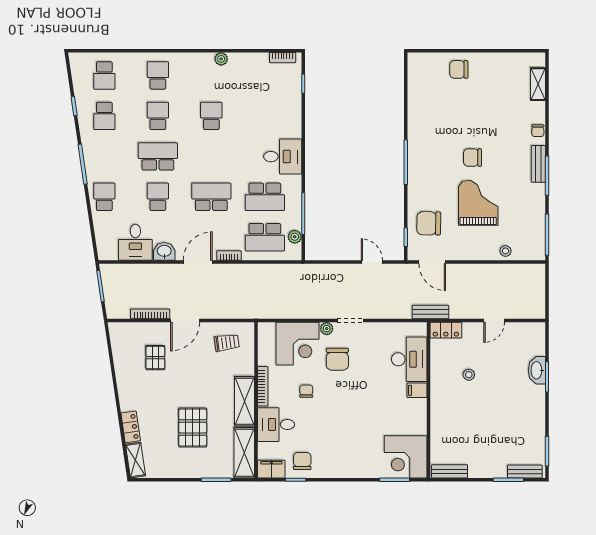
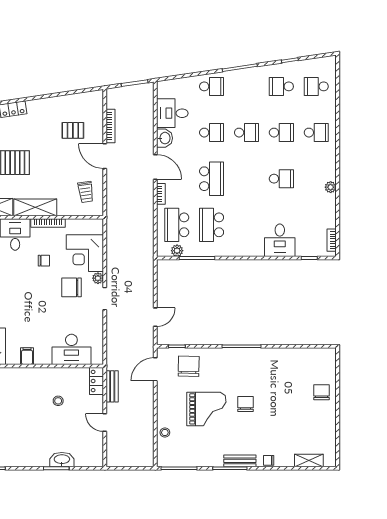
school desk: (158, 156) -> (246, 133), width x0.54
desk: (283, 157) -> (280, 240), moved
bench: (430, 312) -> (112, 386), moved
filing cabinet: (417, 390) -> (27, 356), moved

